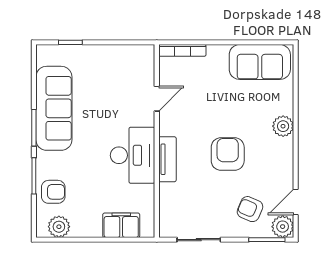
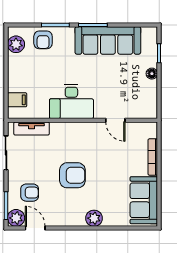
bookcase: (182, 50) -> (153, 157), moved
floor lamp: (97, 52) -> (152, 74), added
tv unit: (167, 159) -> (32, 128), moved
armchair: (250, 209) -> (30, 193), turned 67
filing cabinet: (121, 225) -> (17, 100), width x0.50

